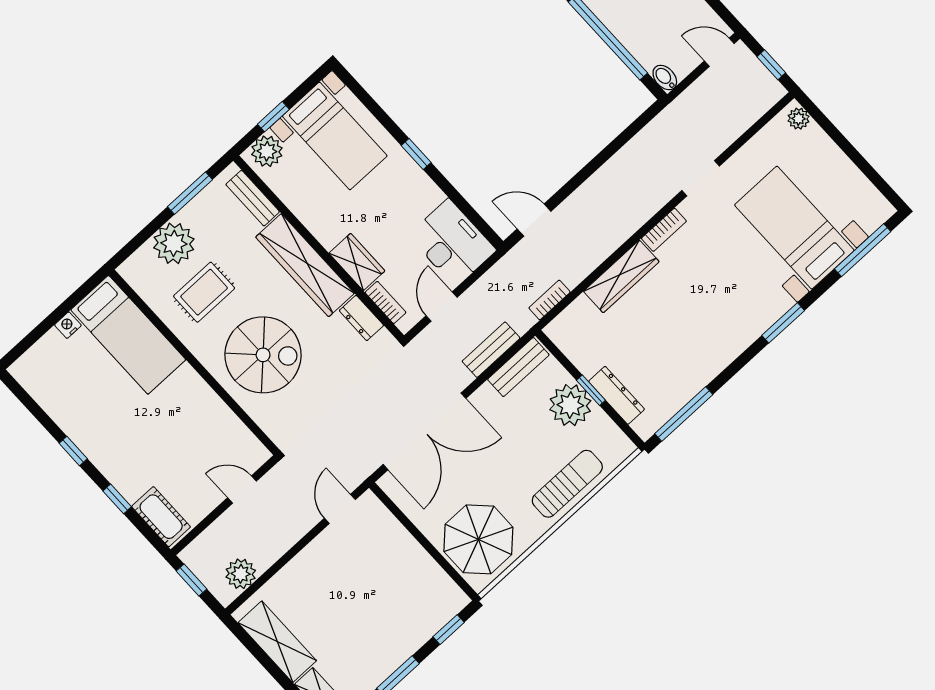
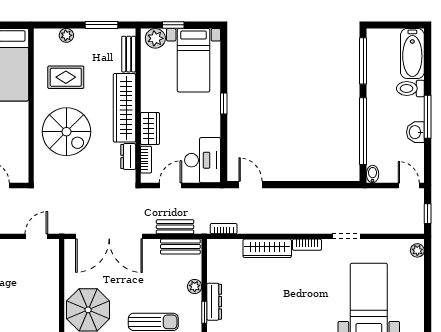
plant: (174, 243) -> (66, 35), width x0.53, depth x0.53
window: (591, 390) -> (204, 312), moved
plant: (570, 405) -> (195, 287), width x0.53, depth x0.53

